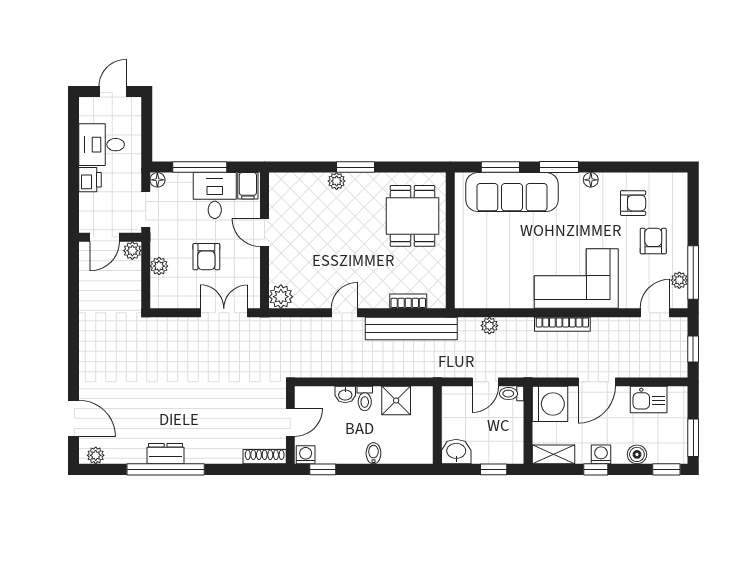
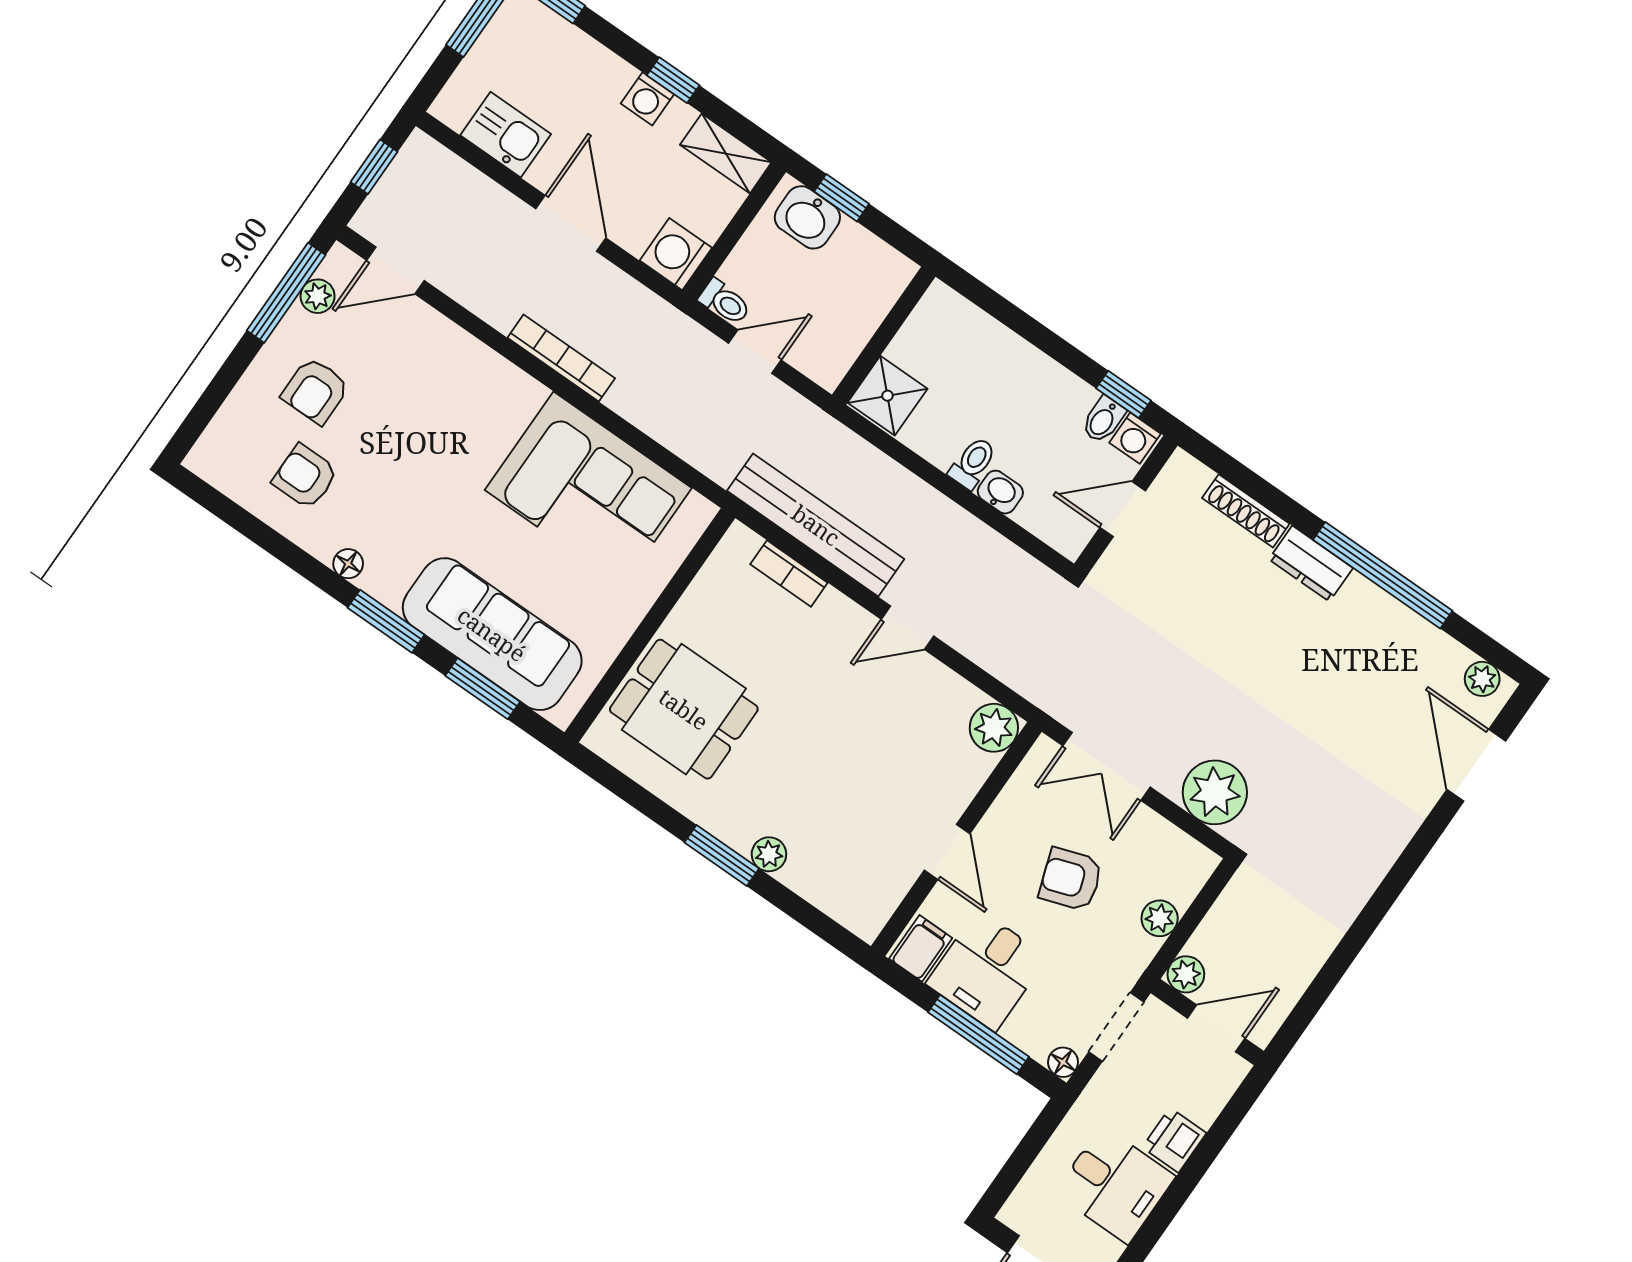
dining table: (413, 216) -> (684, 709), turned 90
armchair: (206, 257) -> (1071, 879), turned -109
corner sofa: (576, 279) -> (588, 489), moved
plant: (489, 326) -> (1215, 792), moved, width x1.88, depth x1.88
door: (597, 382) -> (571, 223), hinge flipped
shower: (396, 401) -> (888, 396), moved
washing machine: (550, 404) -> (676, 254), width x0.73, depth x0.73
washbasin: (456, 452) -> (807, 217), moved
bidet: (373, 453) -> (1103, 420), moved
dresser: (166, 454) -> (1311, 564), moved
boiler: (637, 454) -> (588, 57), removed
shoe rack: (265, 457) -> (1246, 511), moved

